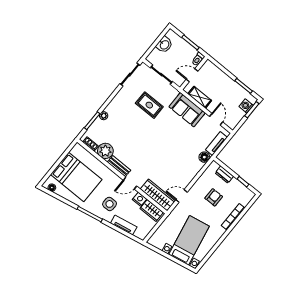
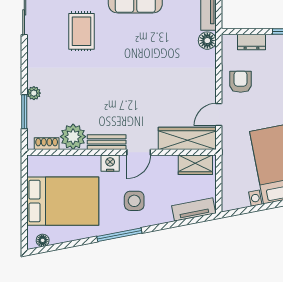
rug: (149, 105) -> (81, 31), turned 90
armchair: (214, 197) -> (241, 82), moved
nightstand: (140, 199) -> (110, 163), moved
tv unit: (124, 225) -> (194, 209), moved

